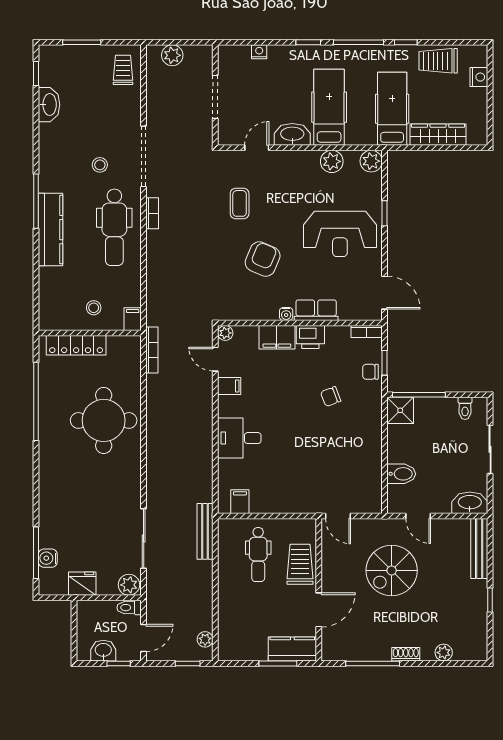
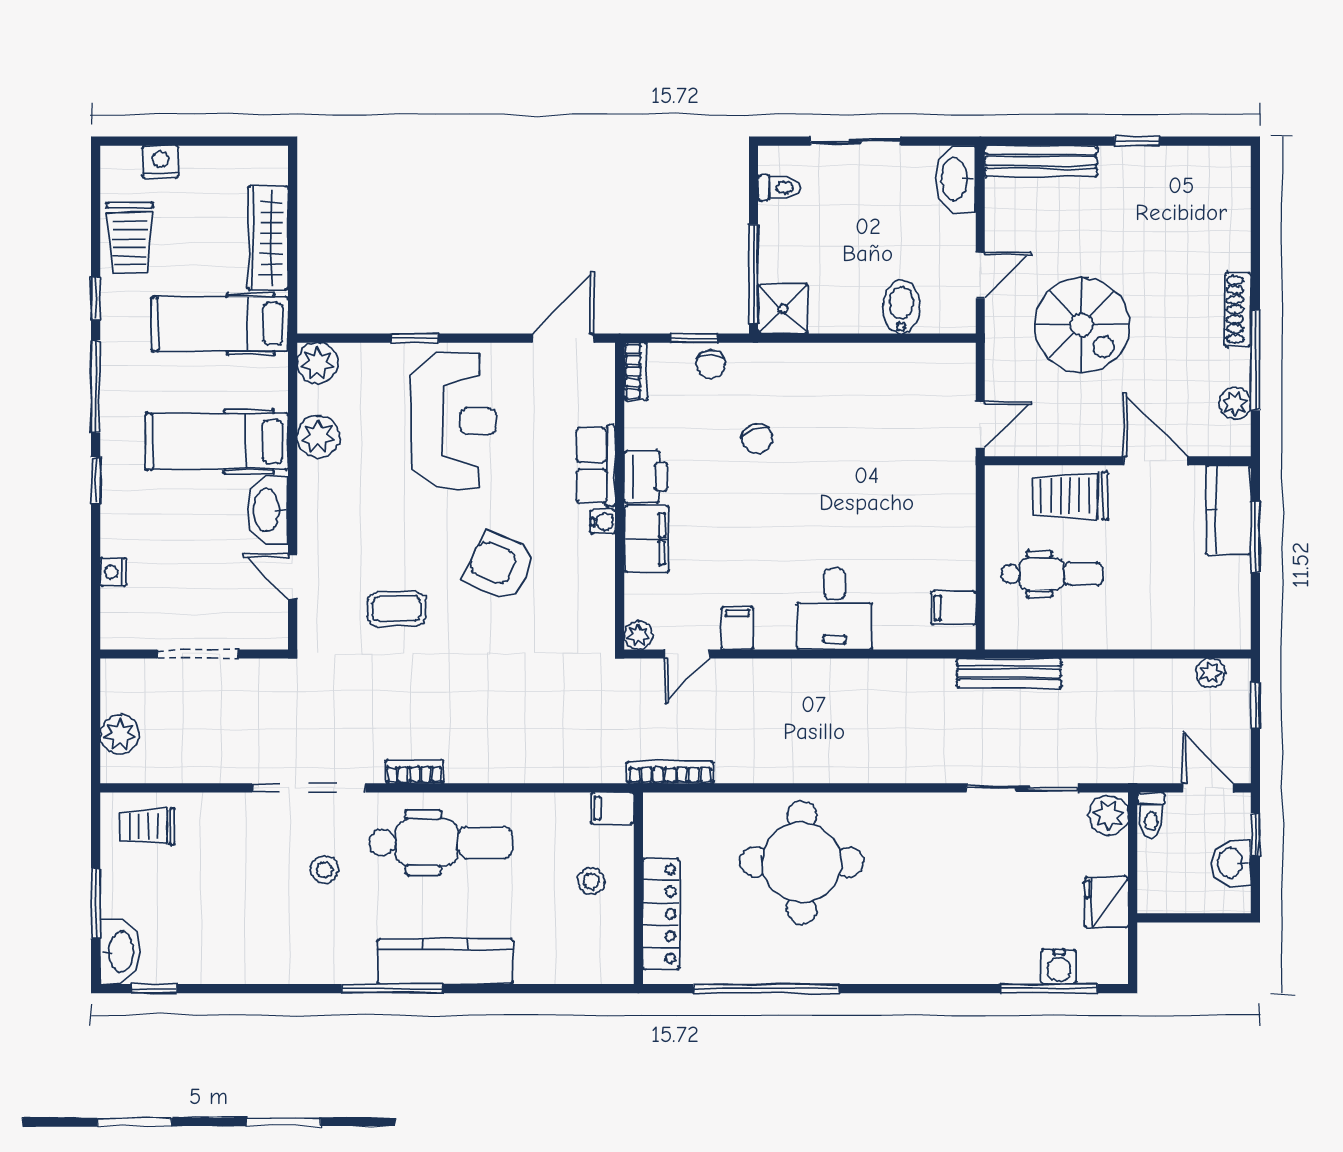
washbasin: (49, 105) -> (120, 952), moved, turned 90
plant: (444, 653) -> (1235, 403), moved
shoe rack: (406, 654) -> (1238, 309), width x1.43

